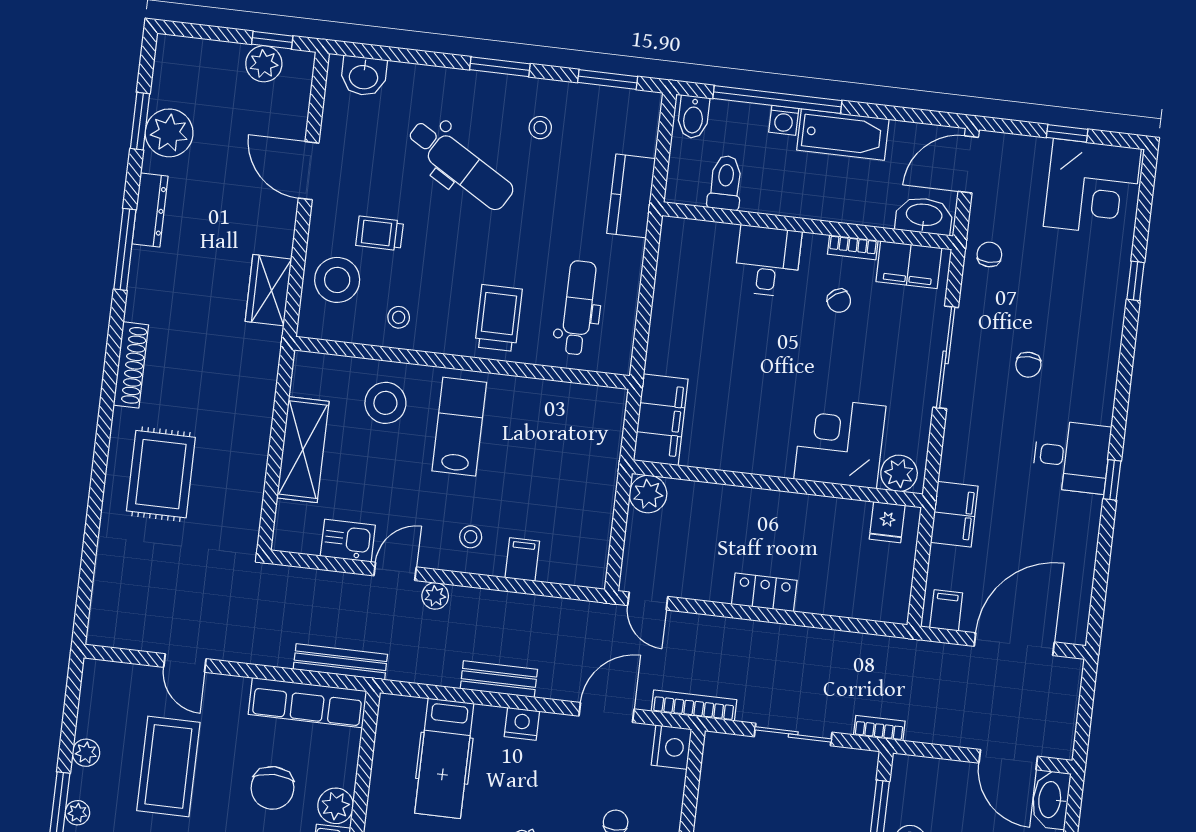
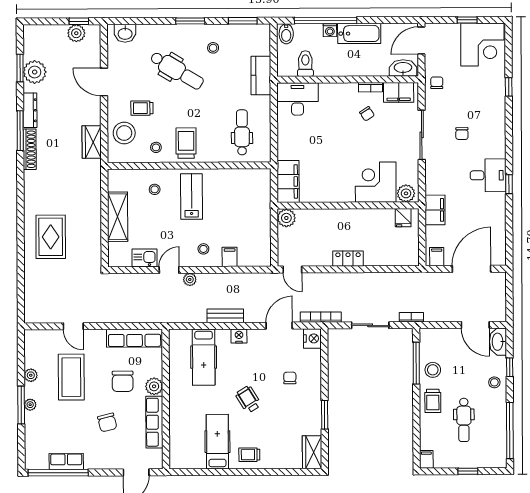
desk: (768, 261) -> (297, 99), moved, width x1.37
trolley: (498, 318) -> (186, 143), moved
shoe rack: (131, 365) -> (30, 149), moved
stool: (385, 403) -> (155, 189), width x0.53, depth x0.53
bench: (340, 662) -> (148, 317), removed

